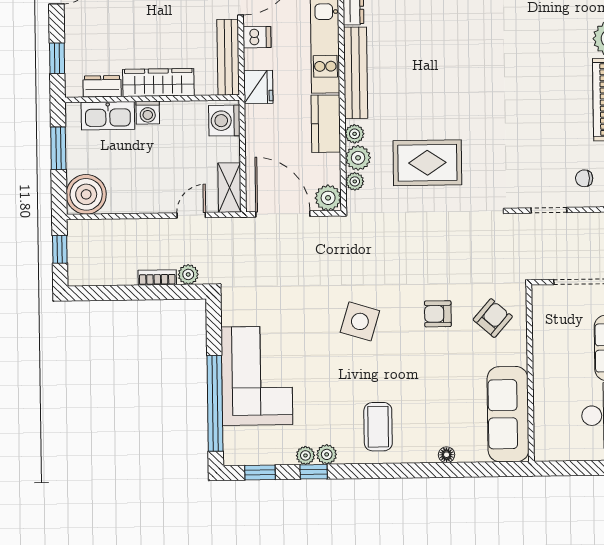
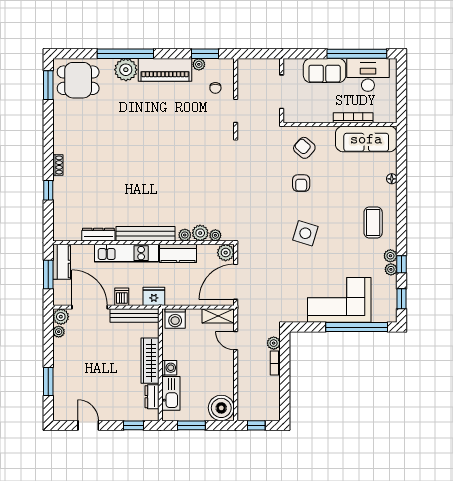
rug: (427, 163) -> (204, 188), removed
bookcase: (541, 393) -> (353, 118), added
coffee table: (378, 427) -> (373, 223), turned 90

